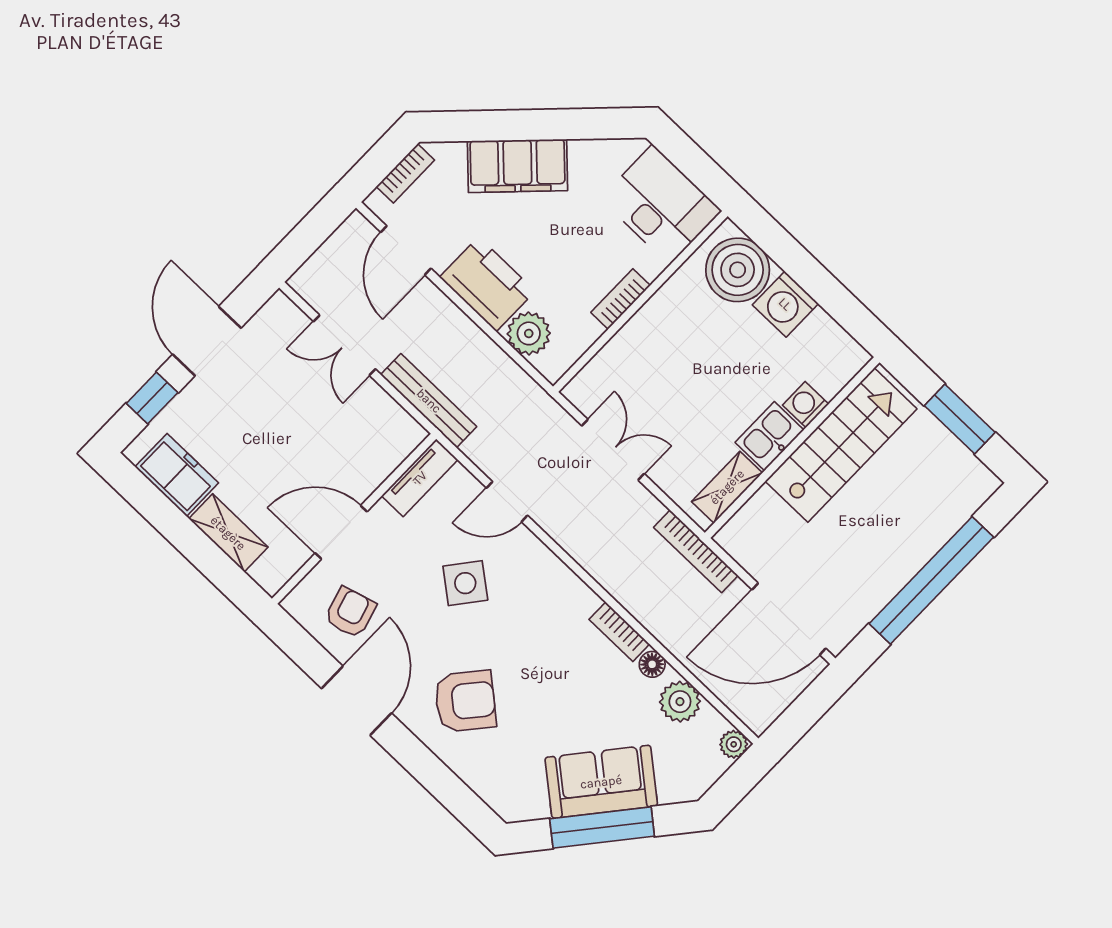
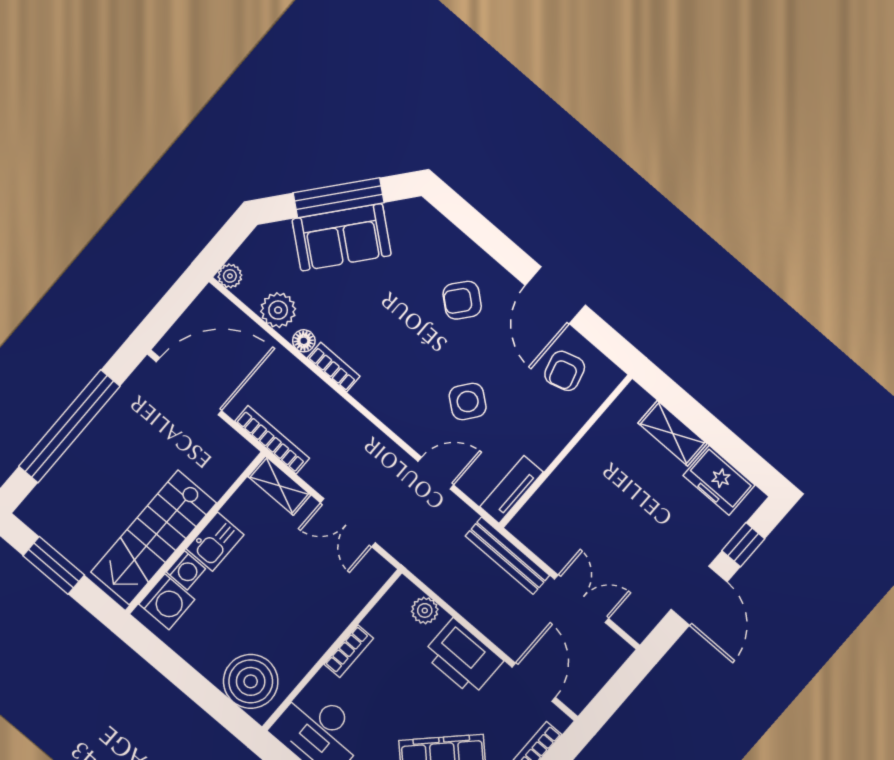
washing machine: (785, 304) -> (167, 602), moved, turned 90
plant: (529, 333) -> (425, 610), width x0.73, depth x0.73
shelving: (727, 487) -> (279, 486), moved, turned 90
door: (341, 532) -> (576, 439), removed
armchair: (465, 701) -> (462, 300), width x0.72, depth x0.72

